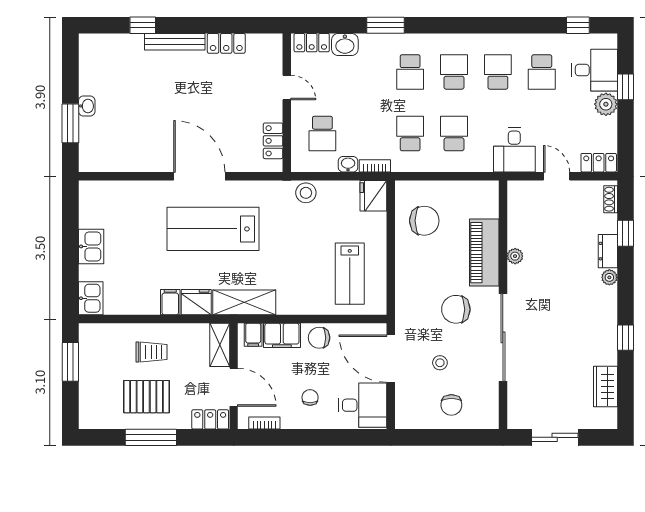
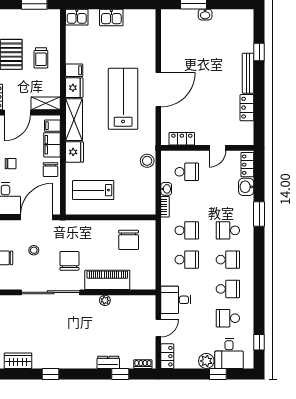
school desk: (322, 134) -> (187, 172), turned 180
fridge: (373, 196) -> (75, 152), moved, turned 90
plant: (609, 277) -> (91, 363), removed
chair: (319, 338) -> (50, 170), turned 180

